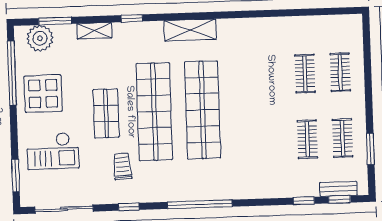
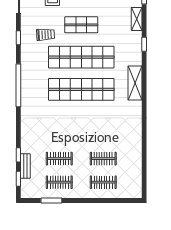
bench: (338, 189) -> (25, 166), moved

